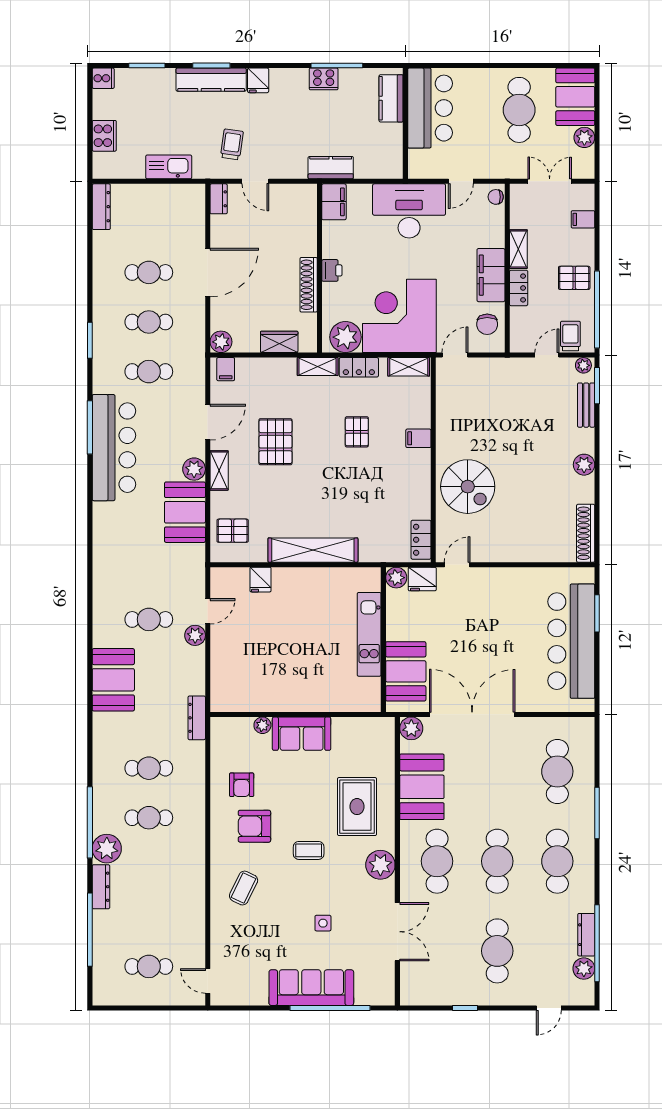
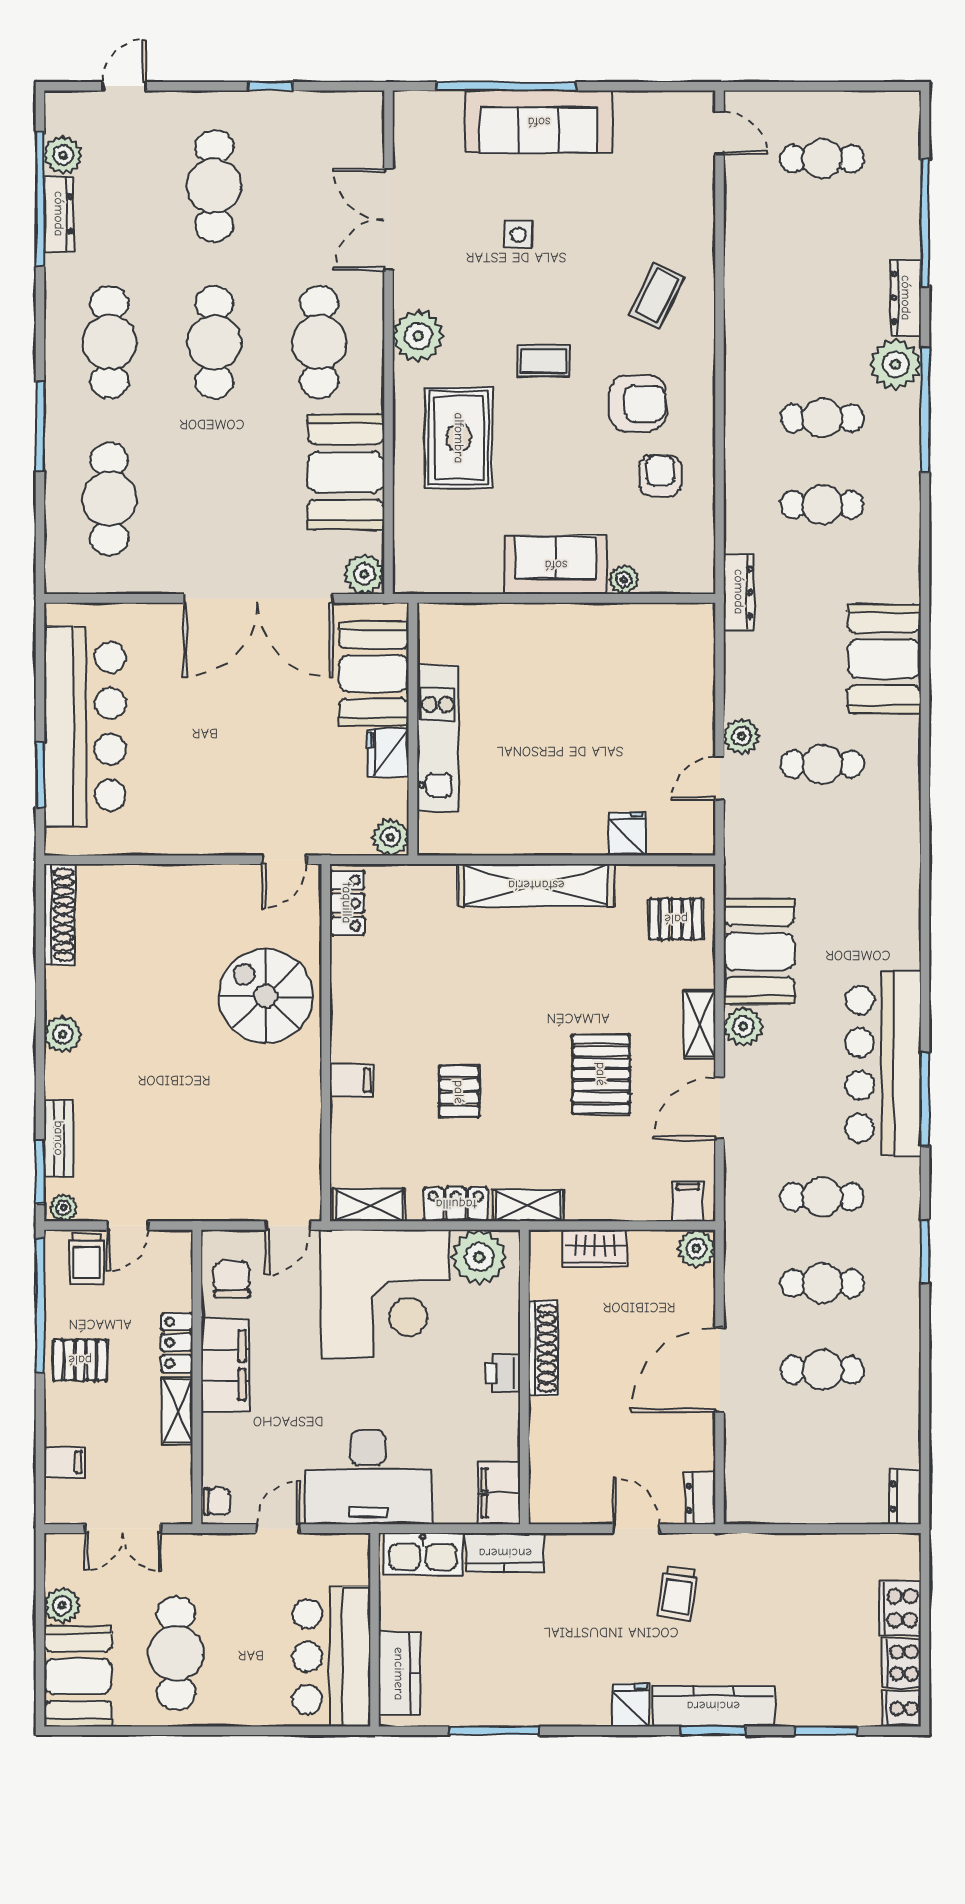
cooker: (324, 79) -> (902, 1663), moved, turned -90
kitchen sink: (169, 167) -> (423, 1554), moved
dresser: (101, 207) -> (905, 1497), width x0.70
fridge: (422, 579) -> (388, 753), moved, turned -90

